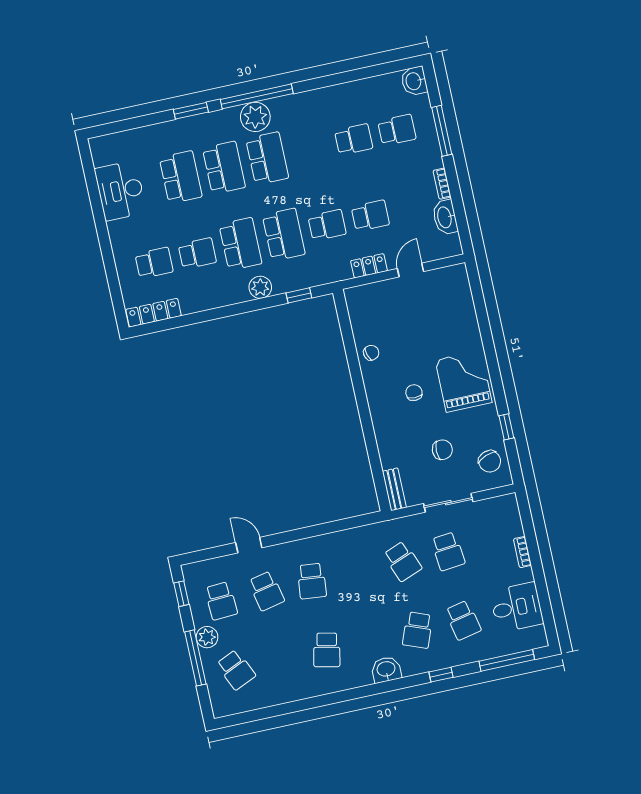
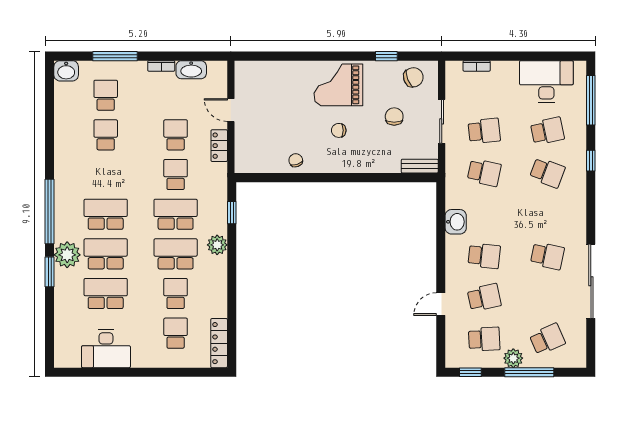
plant: (255, 117) -> (67, 255), moved
bookcase: (522, 552) -> (477, 66), moved
school desk: (403, 561) -> (484, 173), turned 33
desk: (517, 607) -> (546, 82), width x1.37
washbasin: (386, 670) -> (456, 222), moved, turned 180
sliding door: (309, 703) -> (591, 281), added

